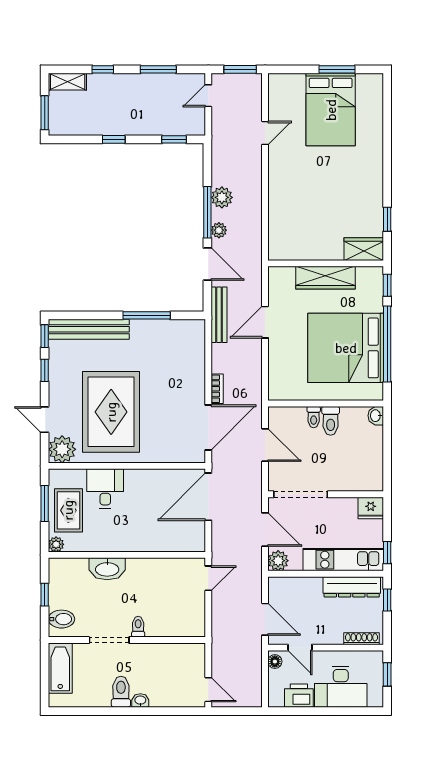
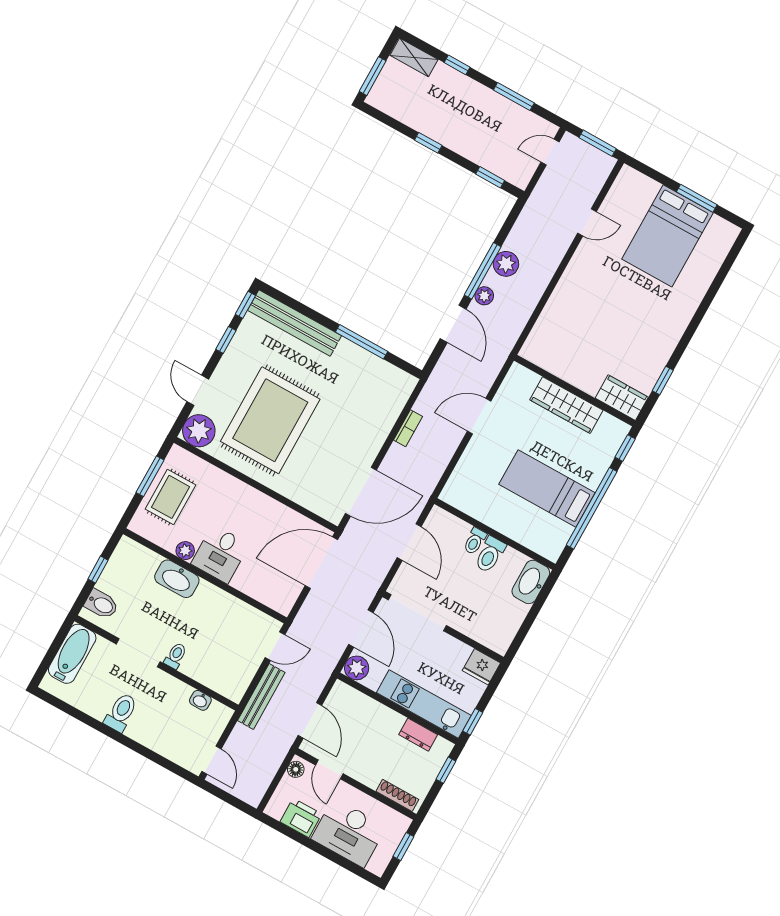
bench: (219, 315) -> (261, 697), moved
bed: (346, 348) -> (547, 489), width x0.49
bookcase: (217, 389) -> (408, 428), moved
washbasin: (376, 416) -> (531, 582), width x1.91, depth x1.45
desk: (105, 488) -> (220, 554), moved, turned 180
plant: (56, 544) -> (185, 551), moved
dresser: (352, 587) -> (418, 735), width x0.51, depth x0.80
washbasin: (140, 700) -> (200, 700), moved, turned 180

